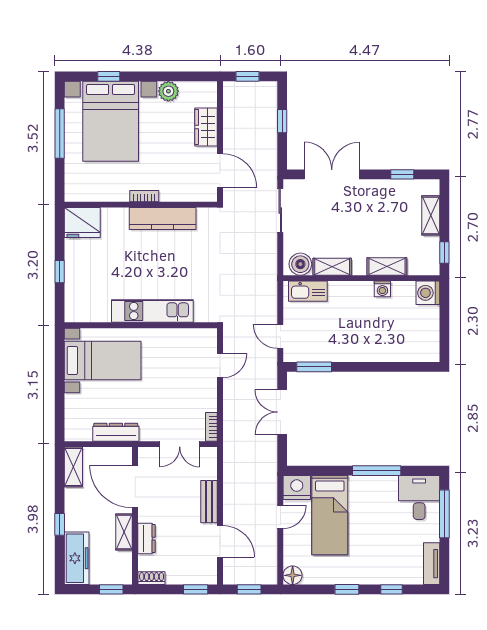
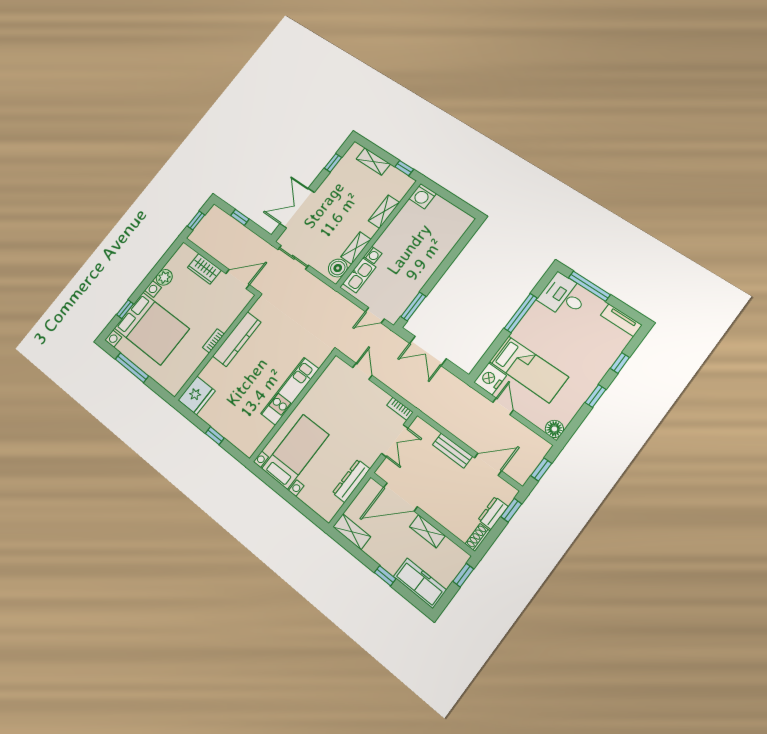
washing machine: (382, 289) -> (373, 255), moved
dresser: (147, 539) -> (493, 513), moved, turned -90

